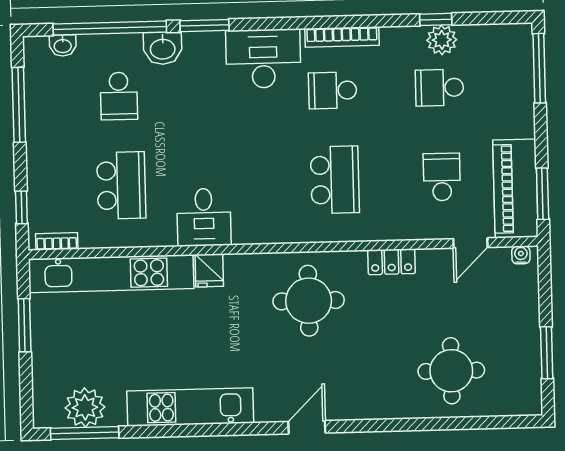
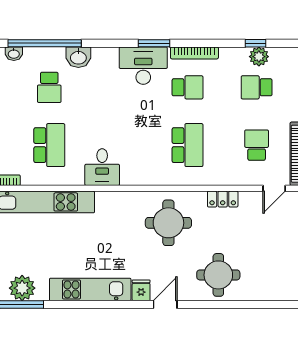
window: (205, 26) -> (154, 43), moved
school desk: (333, 90) -> (187, 87), turned 180
fridge: (209, 270) -> (141, 290), moved, turned 180
round table: (451, 371) -> (218, 275), moved

